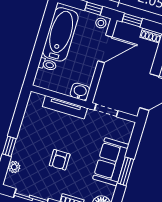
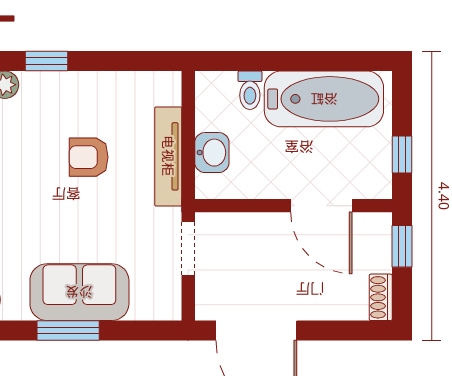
stool: (101, 23) -> (375, 180), removed
washbasin: (80, 92) -> (212, 153), moved
armchair: (60, 160) -> (89, 157), moved

